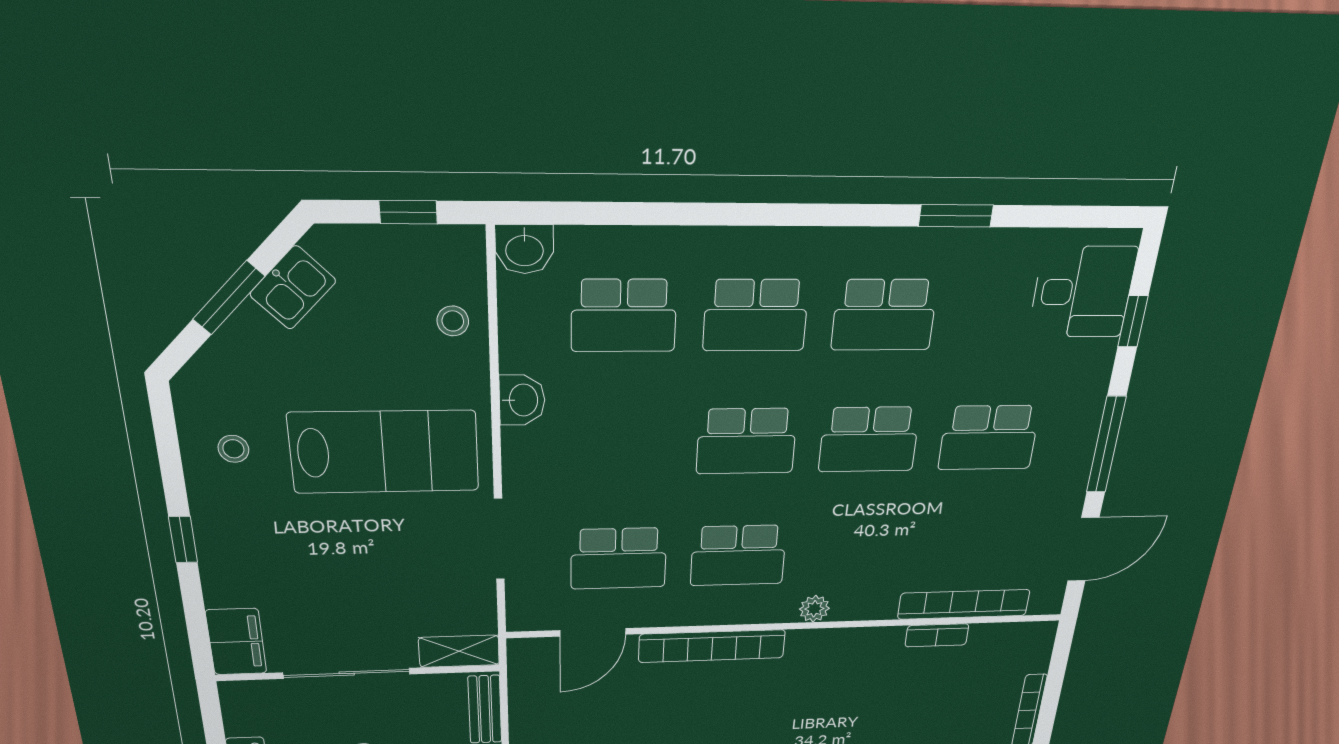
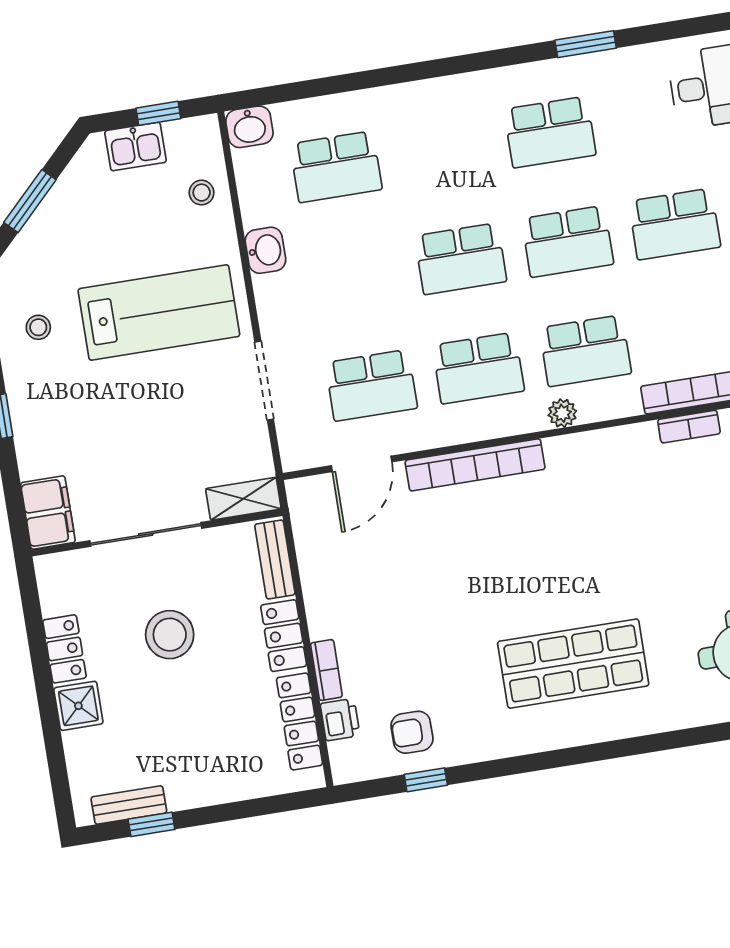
kitchen sink: (293, 288) -> (135, 147), moved, turned 45
school desk: (755, 315) -> (585, 351), moved

